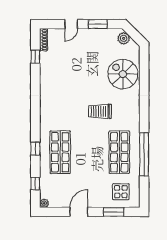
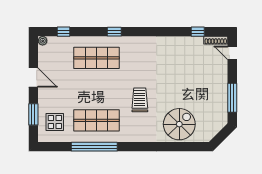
door: (71, 24) -> (232, 53), moved
window: (98, 24) -> (232, 98), width x1.44
plant: (124, 38) -> (217, 125), removed
window: (35, 149) -> (114, 32), moved

